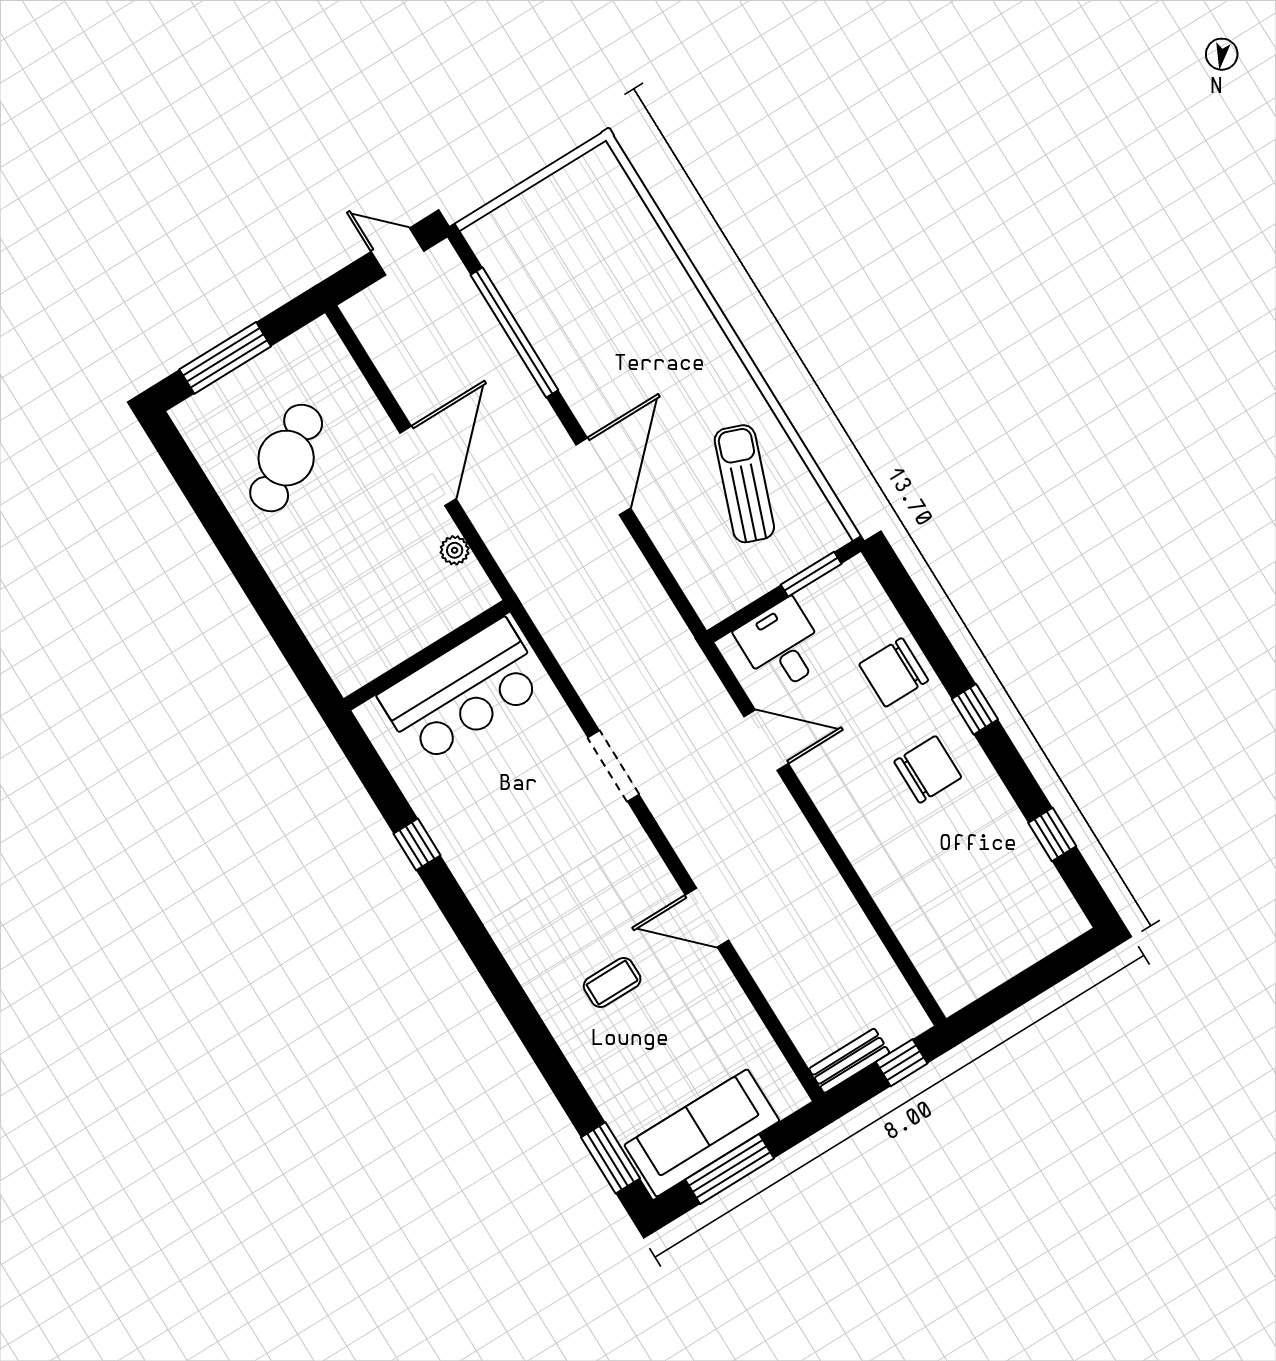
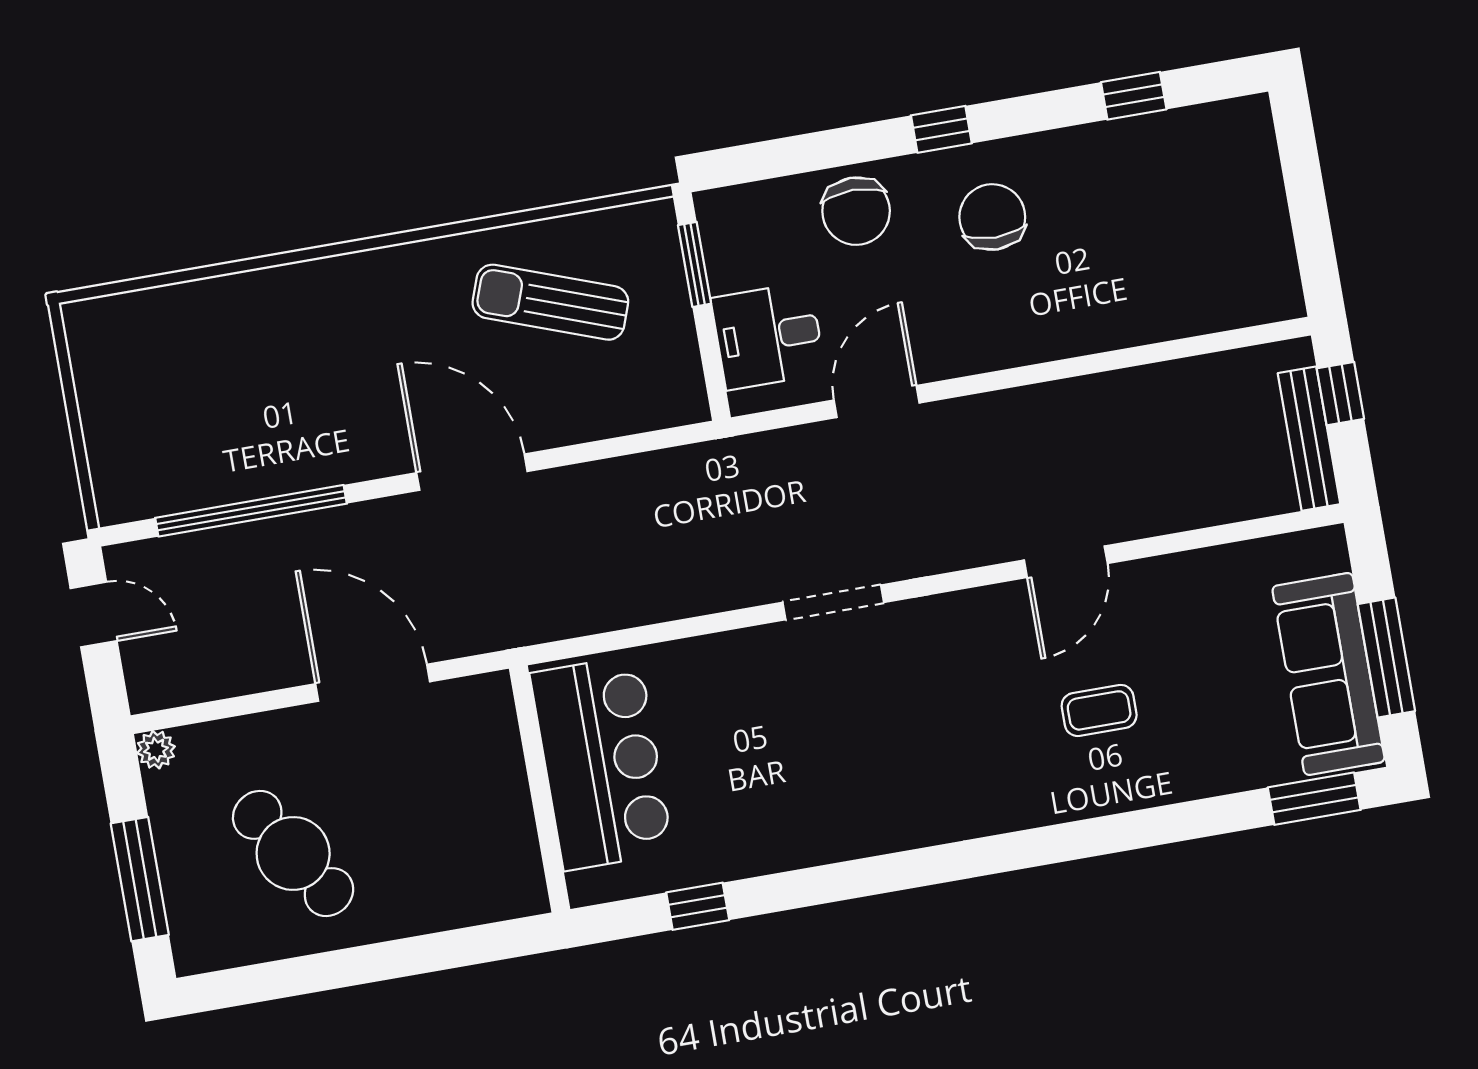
door: (398, 251) -> (94, 615), swing flipped
plant: (455, 550) -> (156, 750), moved
wall: (427, 655) -> (540, 789), moved
bar counter: (463, 691) -> (601, 763), moved
window: (417, 844) -> (698, 906), moved
coffee table: (612, 982) -> (1099, 710), turned 90
bench: (849, 1061) -> (1309, 439), width x1.36

